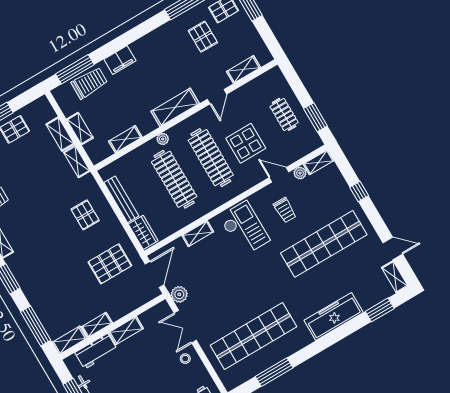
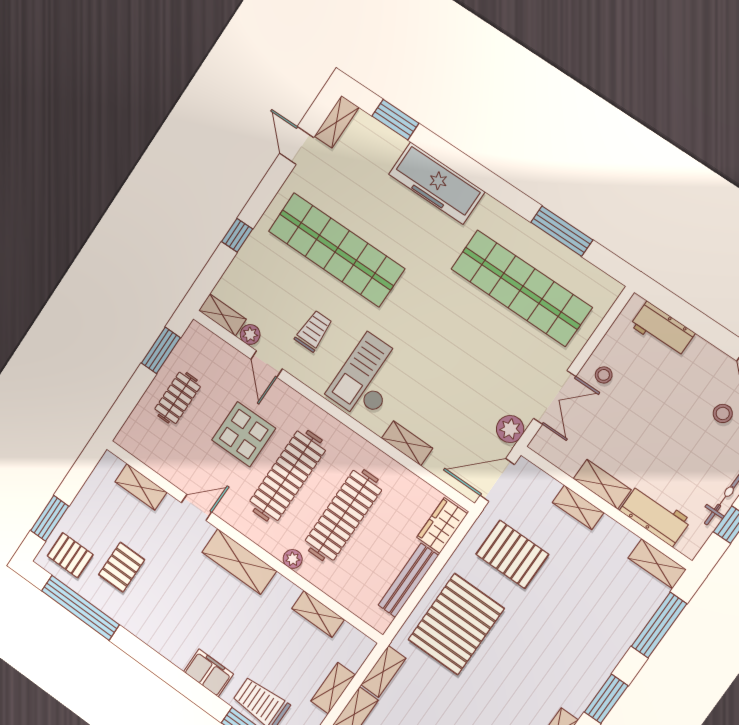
pallet: (85, 215) -> (456, 624), width x2.05, depth x2.00
shelving: (97, 325) -> (578, 507), moved

